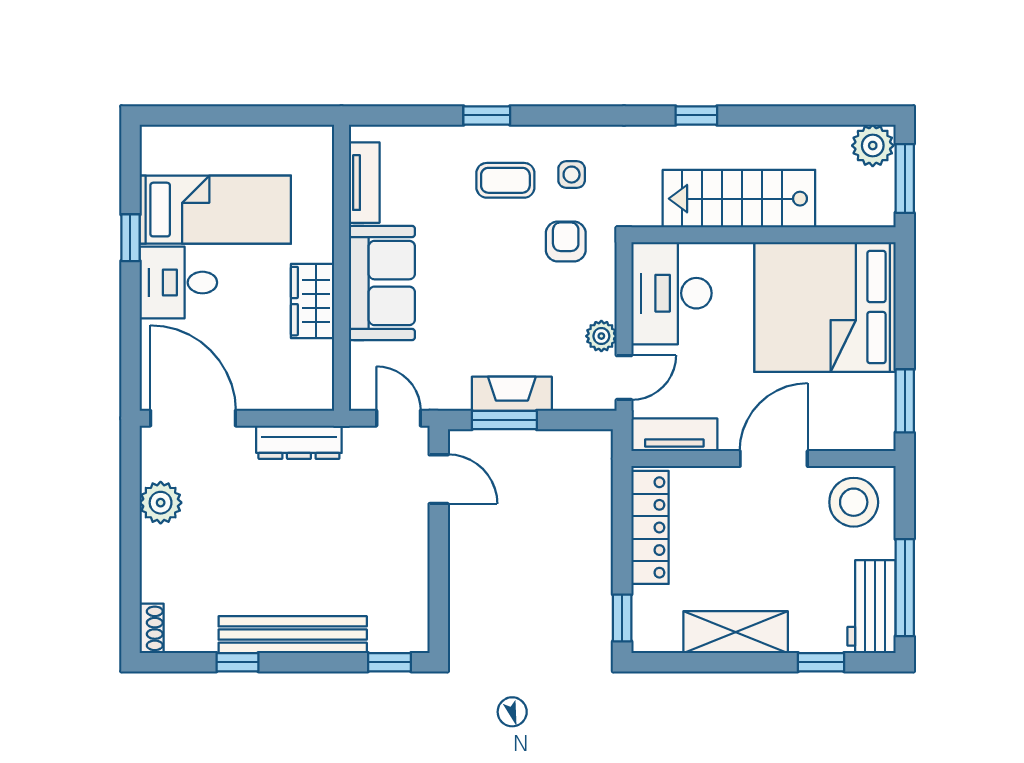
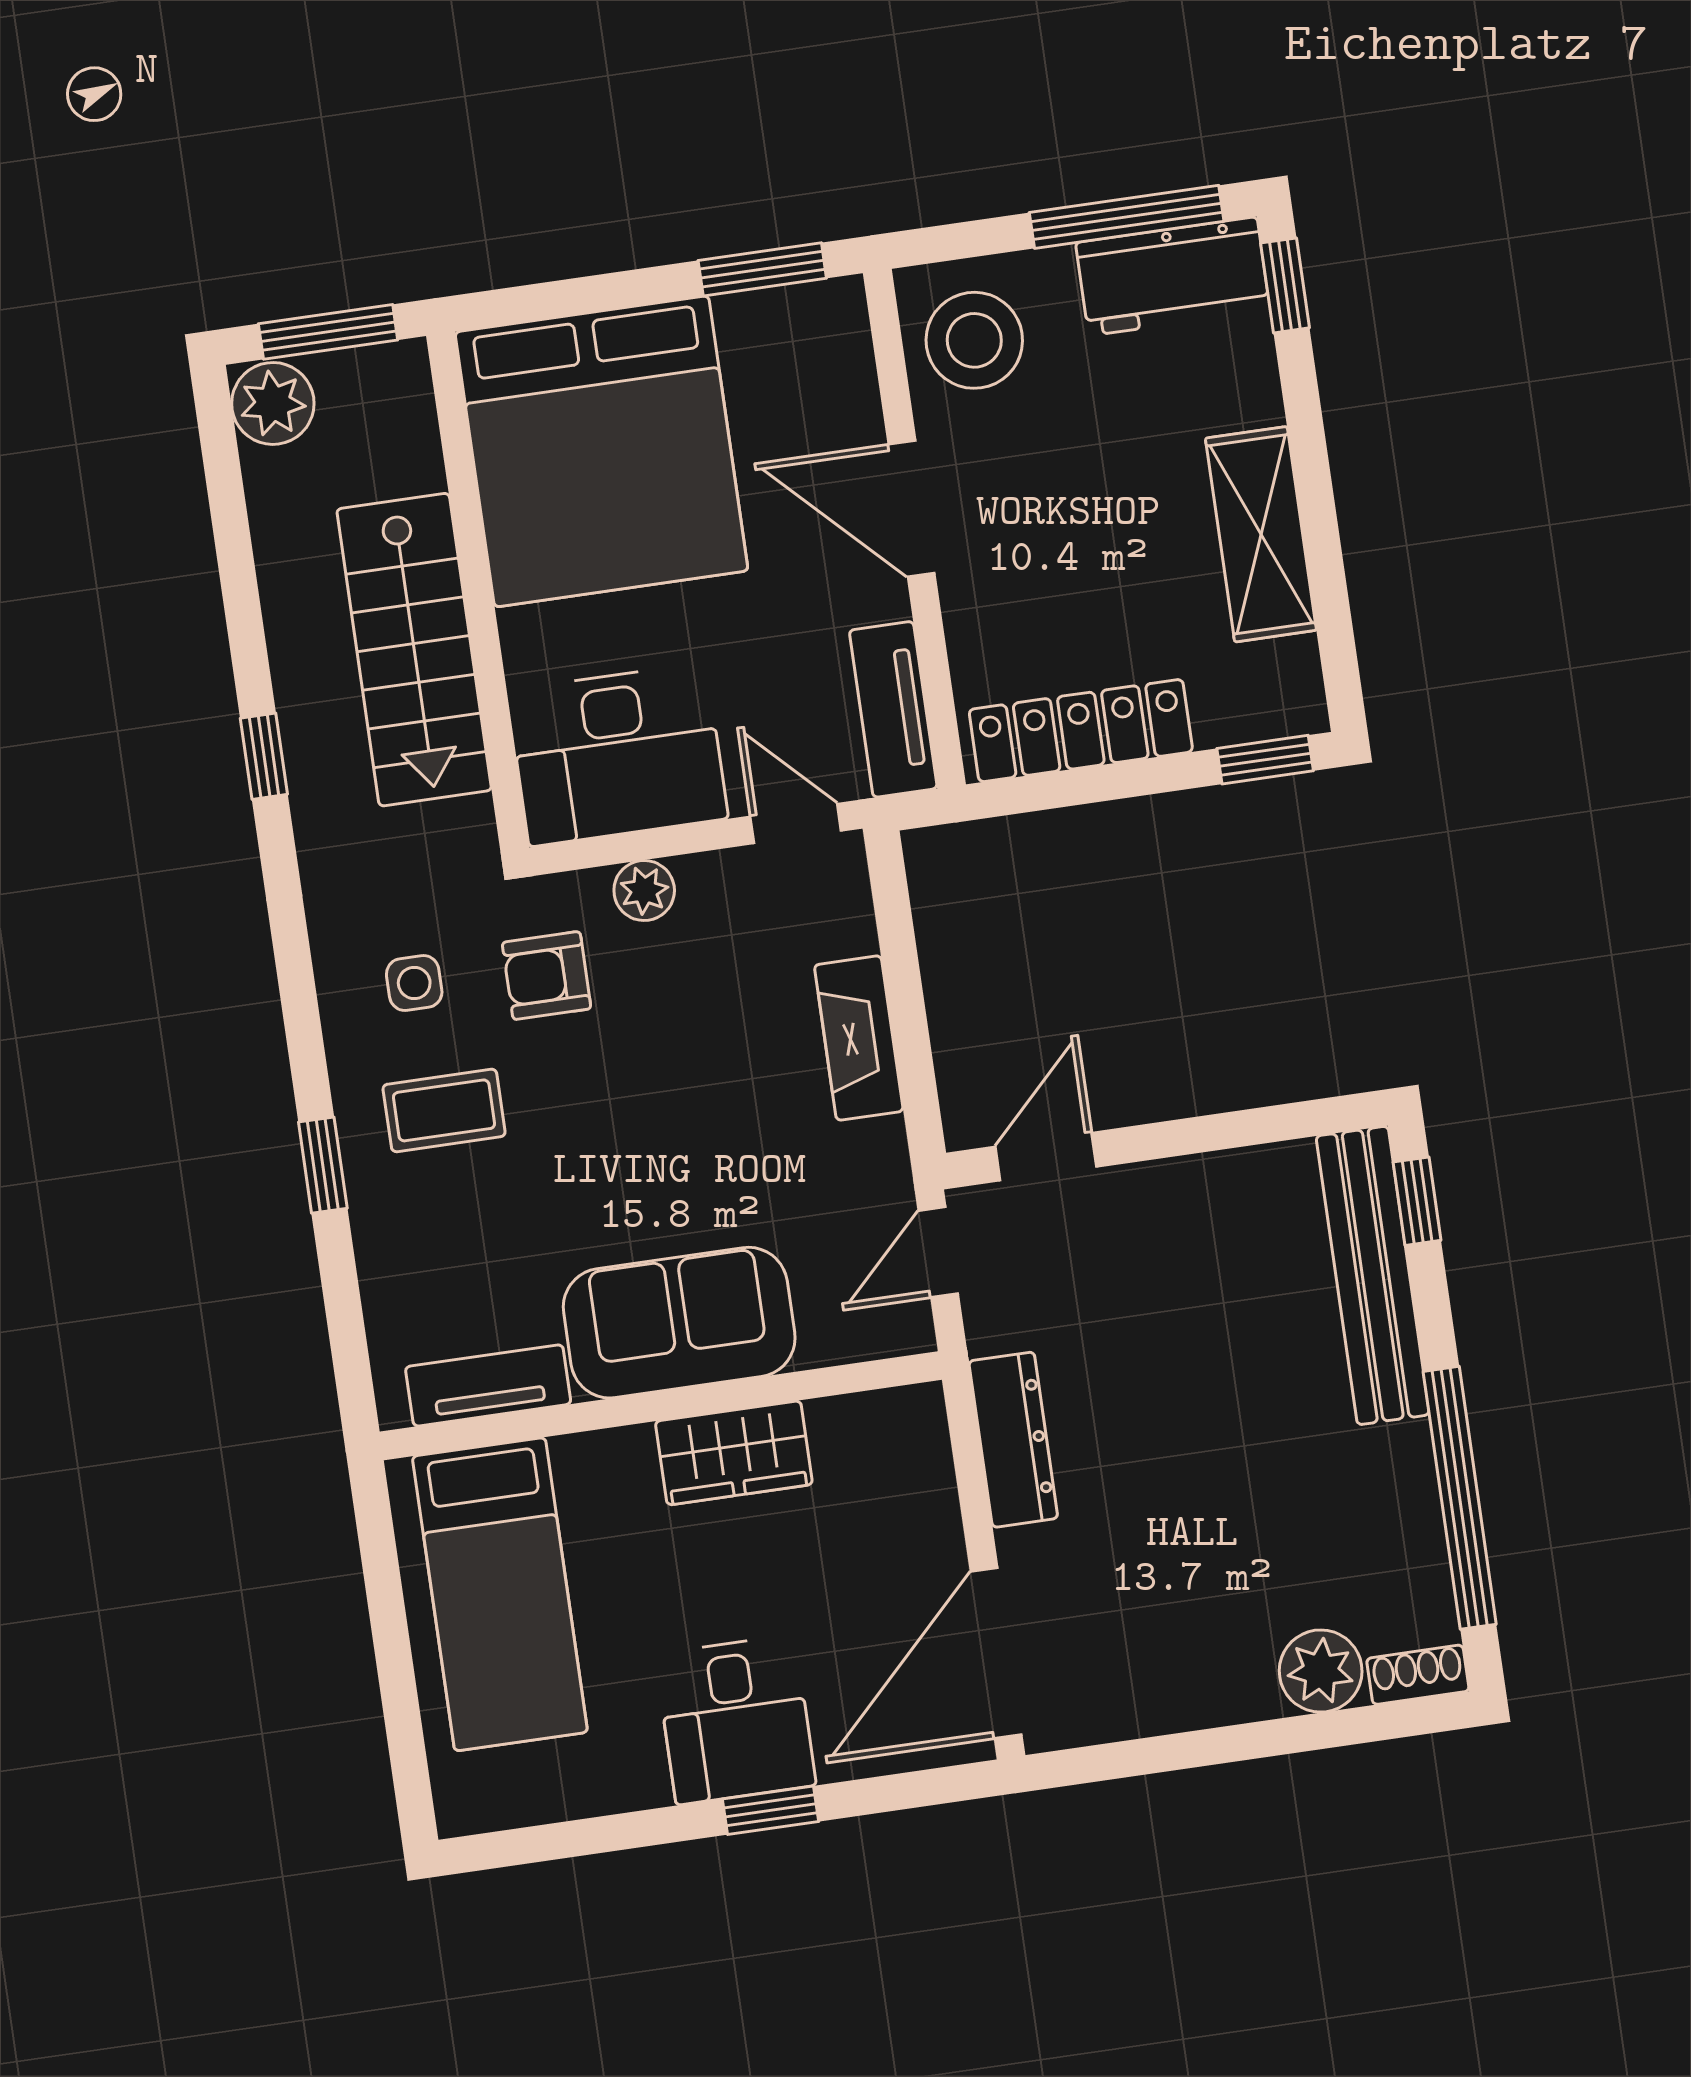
coffee table: (505, 180) -> (444, 1110), turned 90
bed: (215, 210) -> (500, 1594), moved, turned 180
window: (130, 238) -> (770, 1810), moved
plant: (601, 336) -> (644, 891), moved
window: (504, 420) -> (912, 1045), removed
plant: (161, 503) -> (1321, 1671), moved
bench: (293, 635) -> (1373, 1275), moved
window: (237, 662) -> (1460, 1498), width x3.17
window: (821, 662) -> (1285, 285), moved

